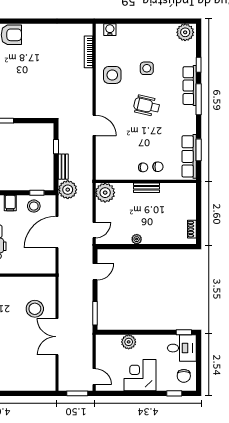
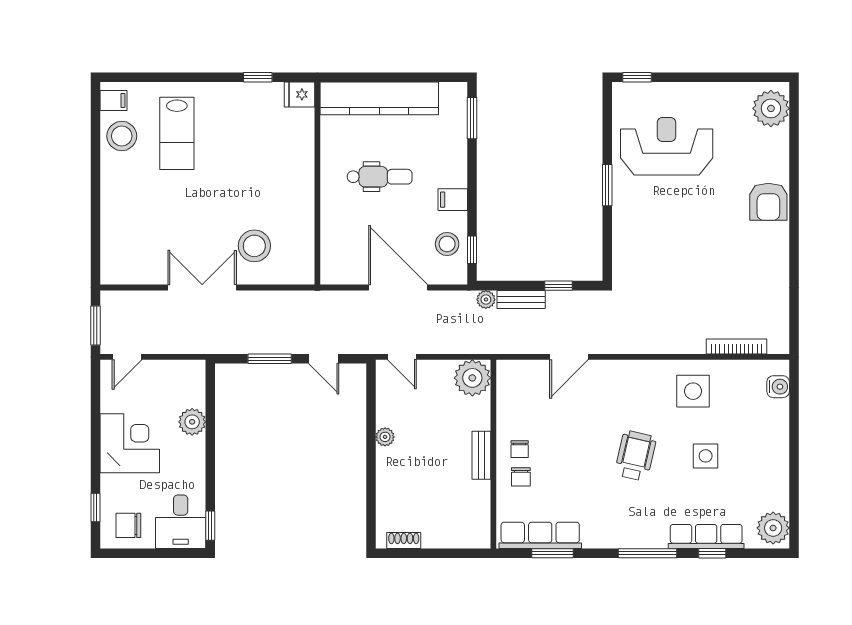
row of seats: (190, 86) -> (706, 536), moved
door: (94, 125) -> (569, 357), moved
plant: (68, 190) -> (486, 299), width x0.53, depth x0.53
window: (95, 313) -> (270, 359), moved

